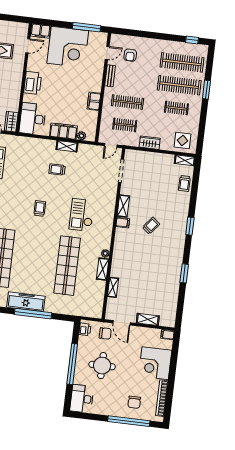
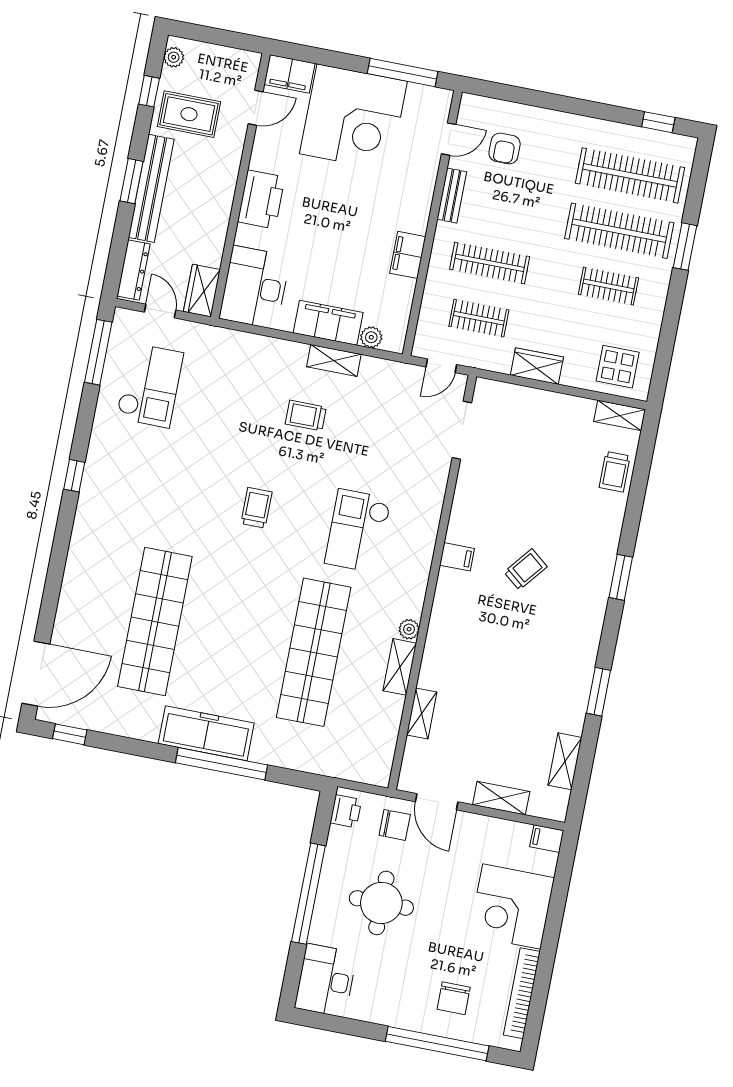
shelving: (123, 206) -> (565, 761), moved

